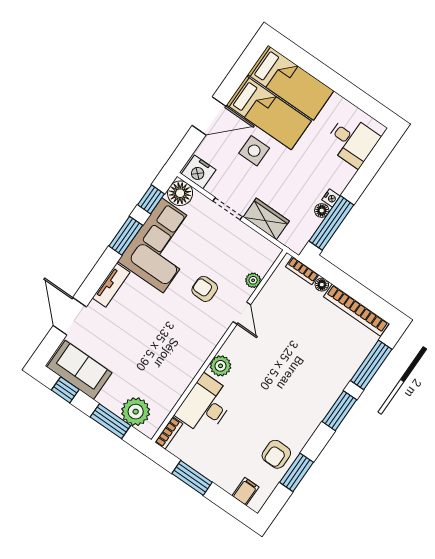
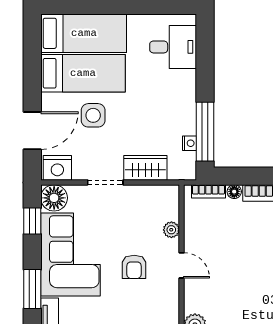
door: (209, 116) -> (32, 131), moved
nightstand: (331, 198) -> (189, 143), moved
floor lamp: (322, 211) -> (189, 127), removed
window: (126, 236) -> (32, 289), moved
armchair: (205, 289) -> (134, 267), turned -90

